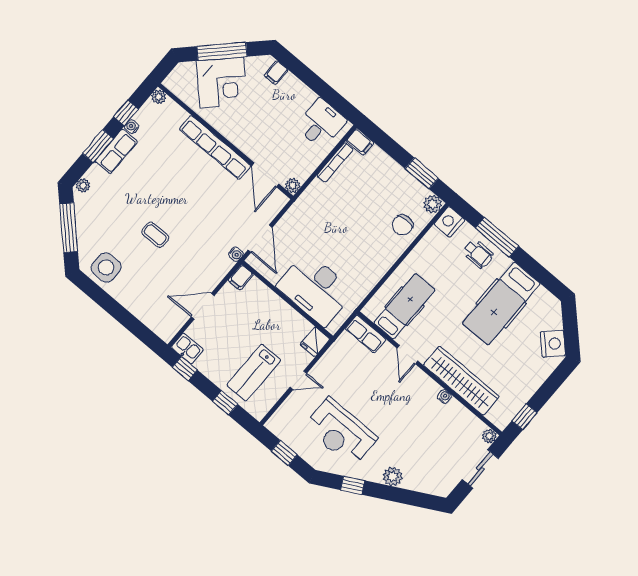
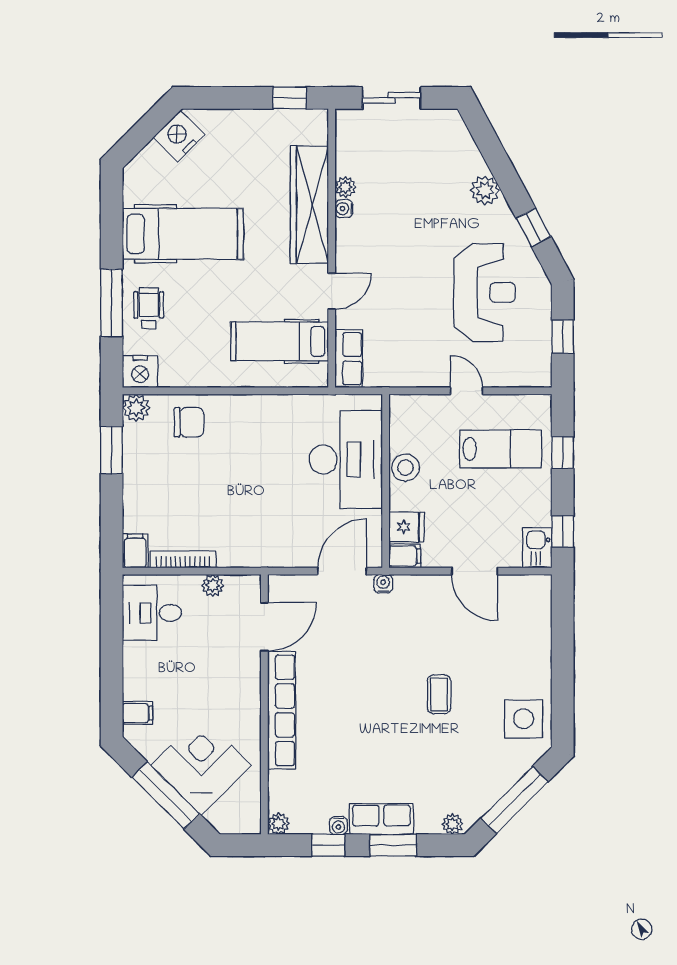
plant: (293, 186) -> (213, 585), moved
stool: (285, 316) -> (405, 468), added
fridge: (315, 342) -> (407, 527), moved
plant: (489, 436) -> (345, 187), moved

